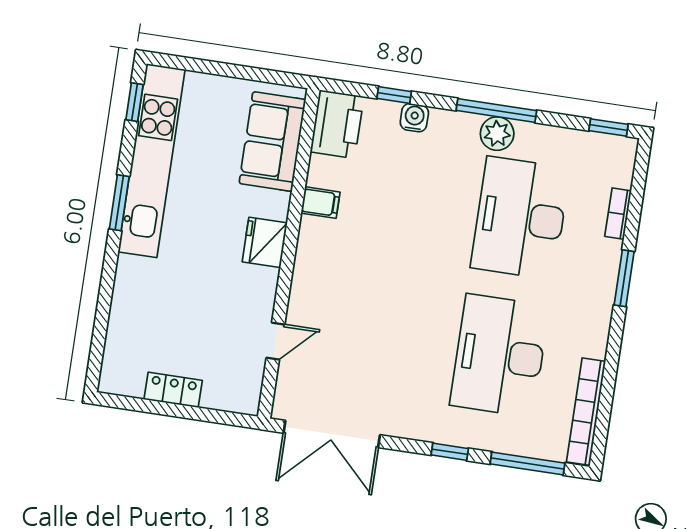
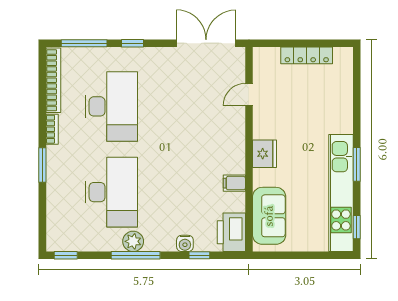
bookcase: (618, 214) -> (52, 129), moved
locker: (173, 390) -> (307, 55), width x1.53

